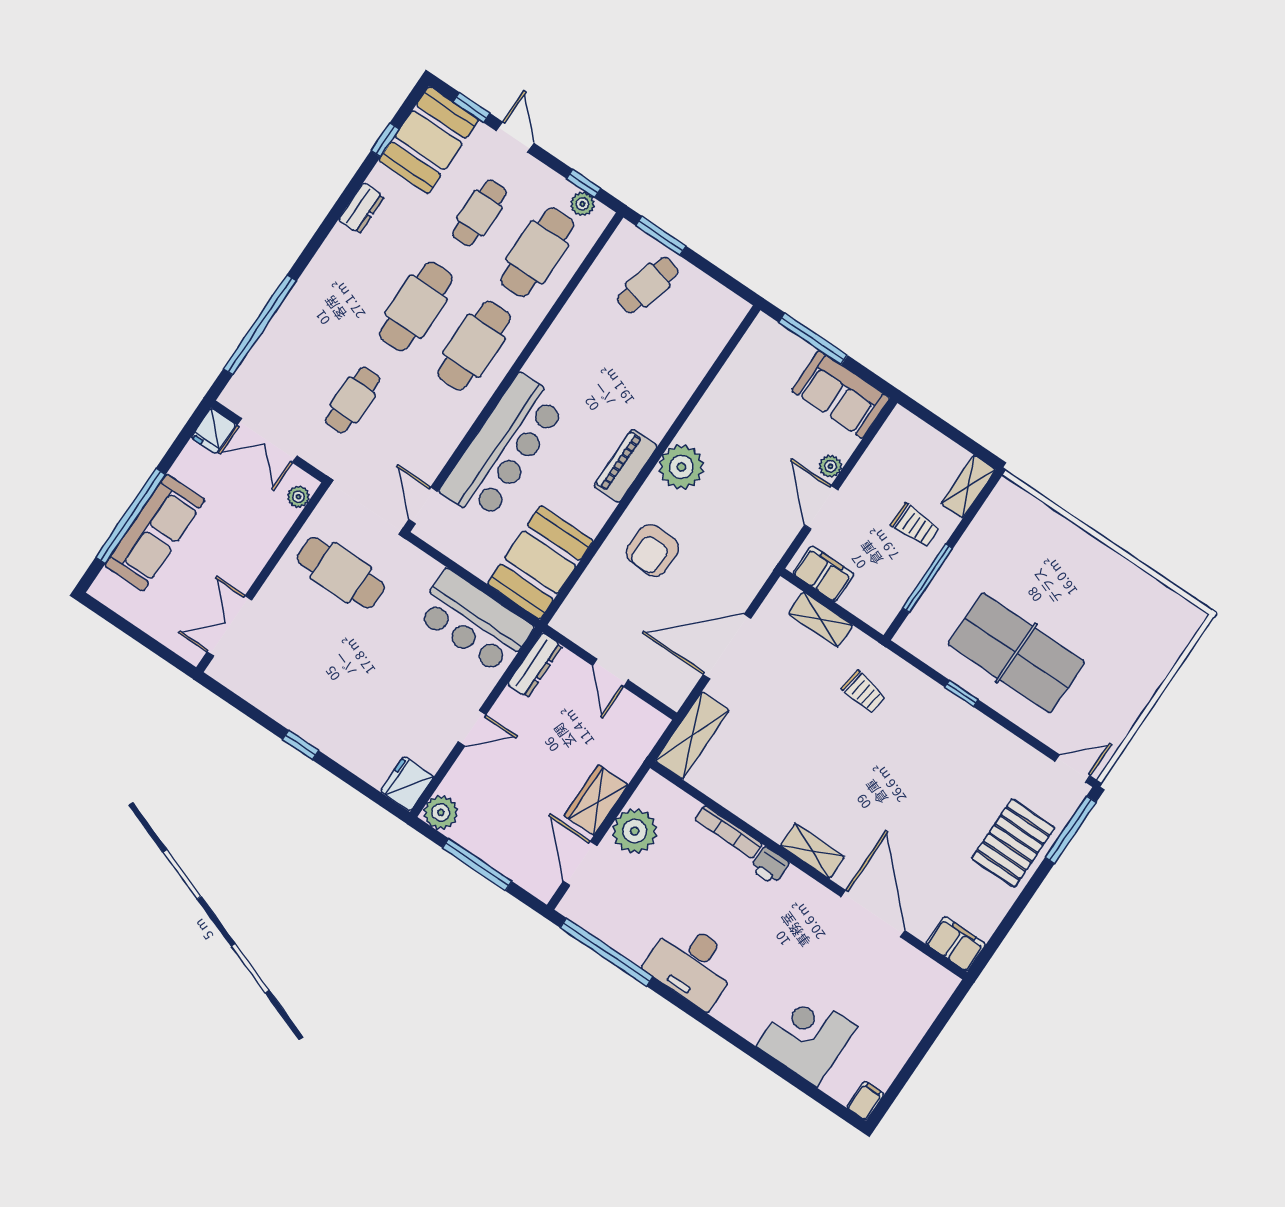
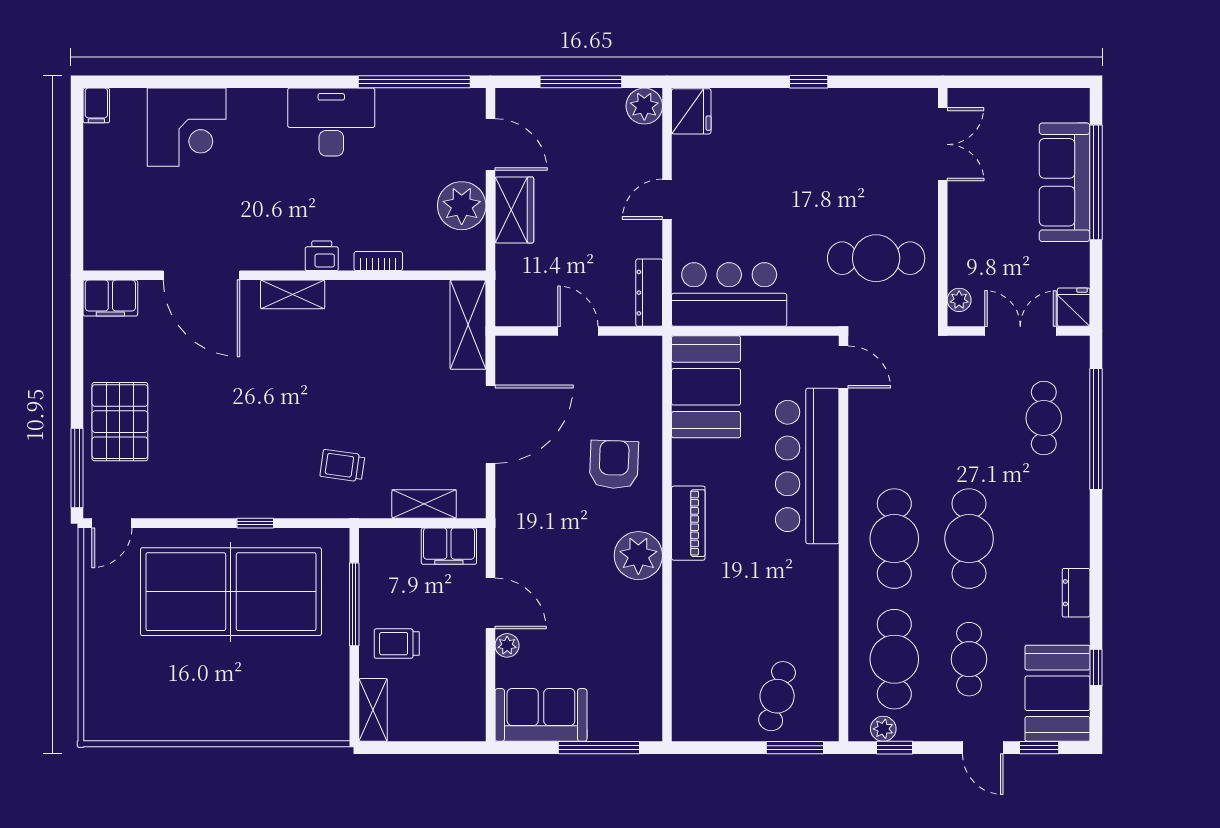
cafe table: (353, 400) -> (1044, 418), moved
table tennis table: (1016, 653) -> (231, 592), width x1.36, depth x1.32
bookcase: (728, 832) -> (378, 261), width x0.64

